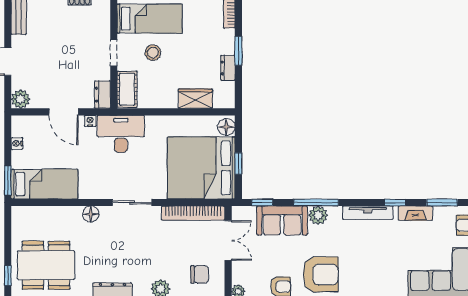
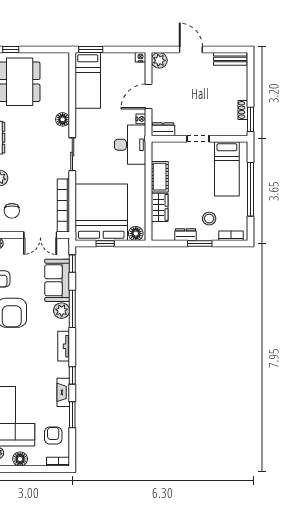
stool: (153, 53) -> (209, 219), moved
cot: (127, 89) -> (160, 177), moved, turned 90
nightstand: (17, 143) -> (140, 57), moved
tv unit: (368, 213) -> (64, 346), width x0.71

